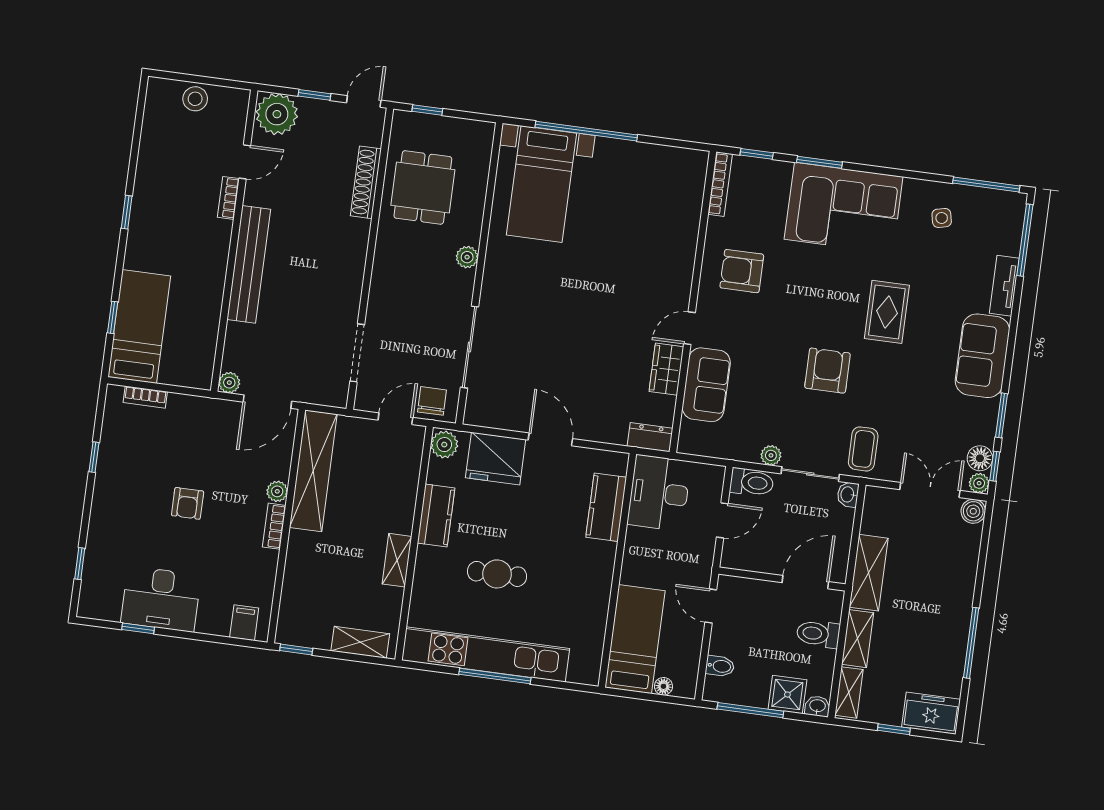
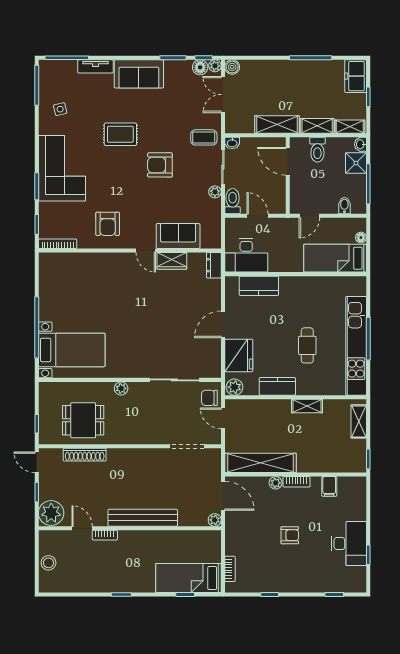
filing cabinet: (244, 623) -> (329, 486), moved, turned -90

